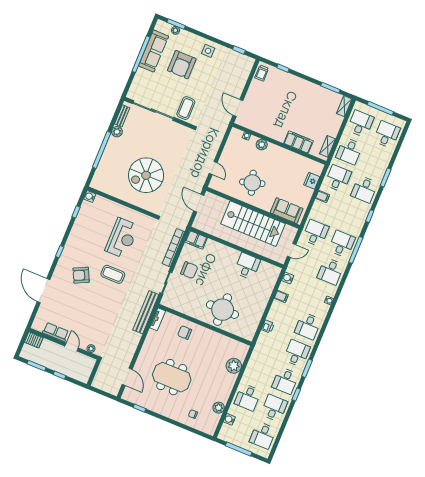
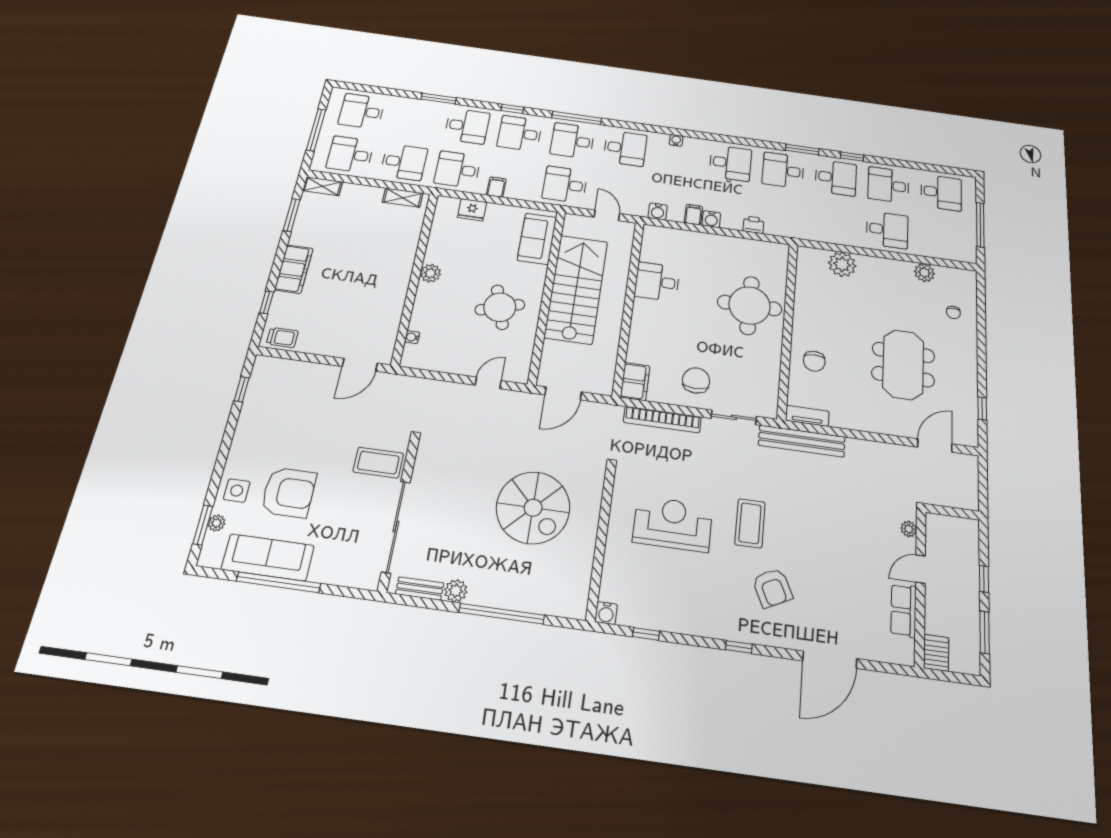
side table: (208, 51) -> (237, 491), moved
filing cabinet: (298, 142) -> (294, 269), moved, turned 180
plant: (262, 145) -> (430, 273), moved
desk: (353, 217) -> (520, 133), added
water cooler: (229, 419) -> (711, 219), moved

